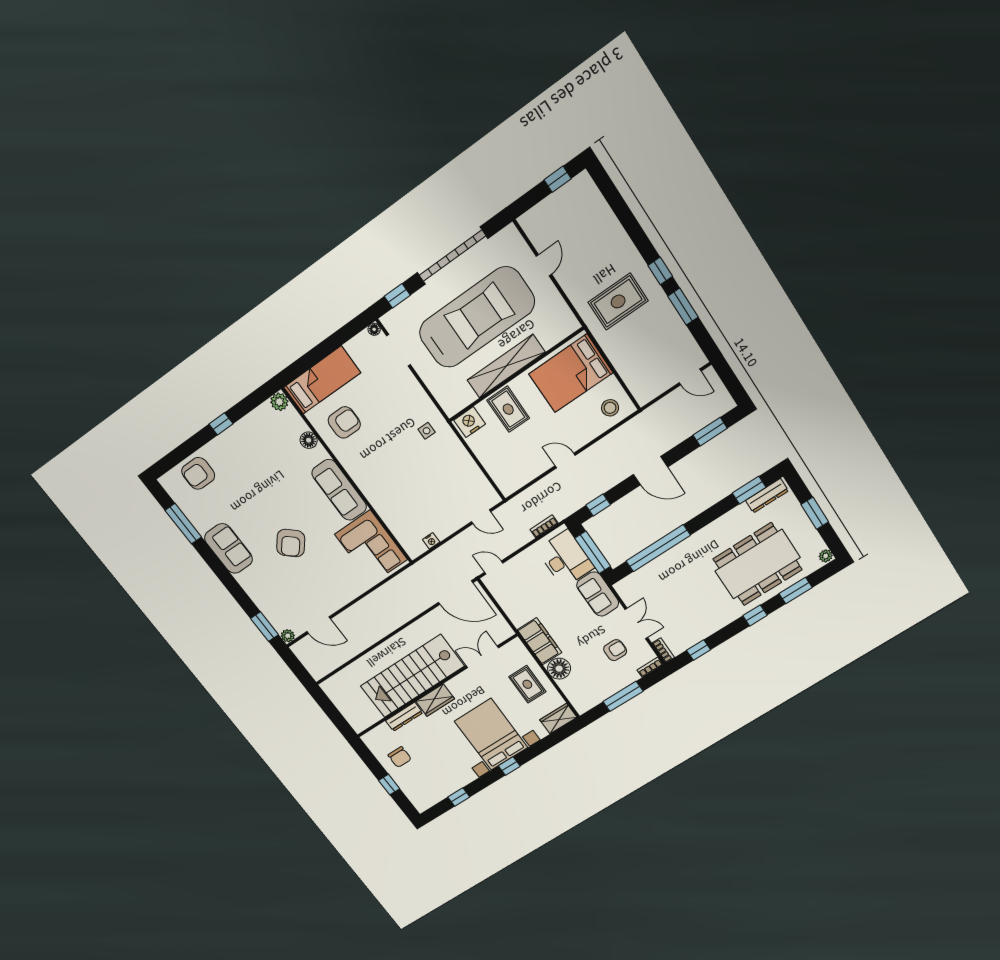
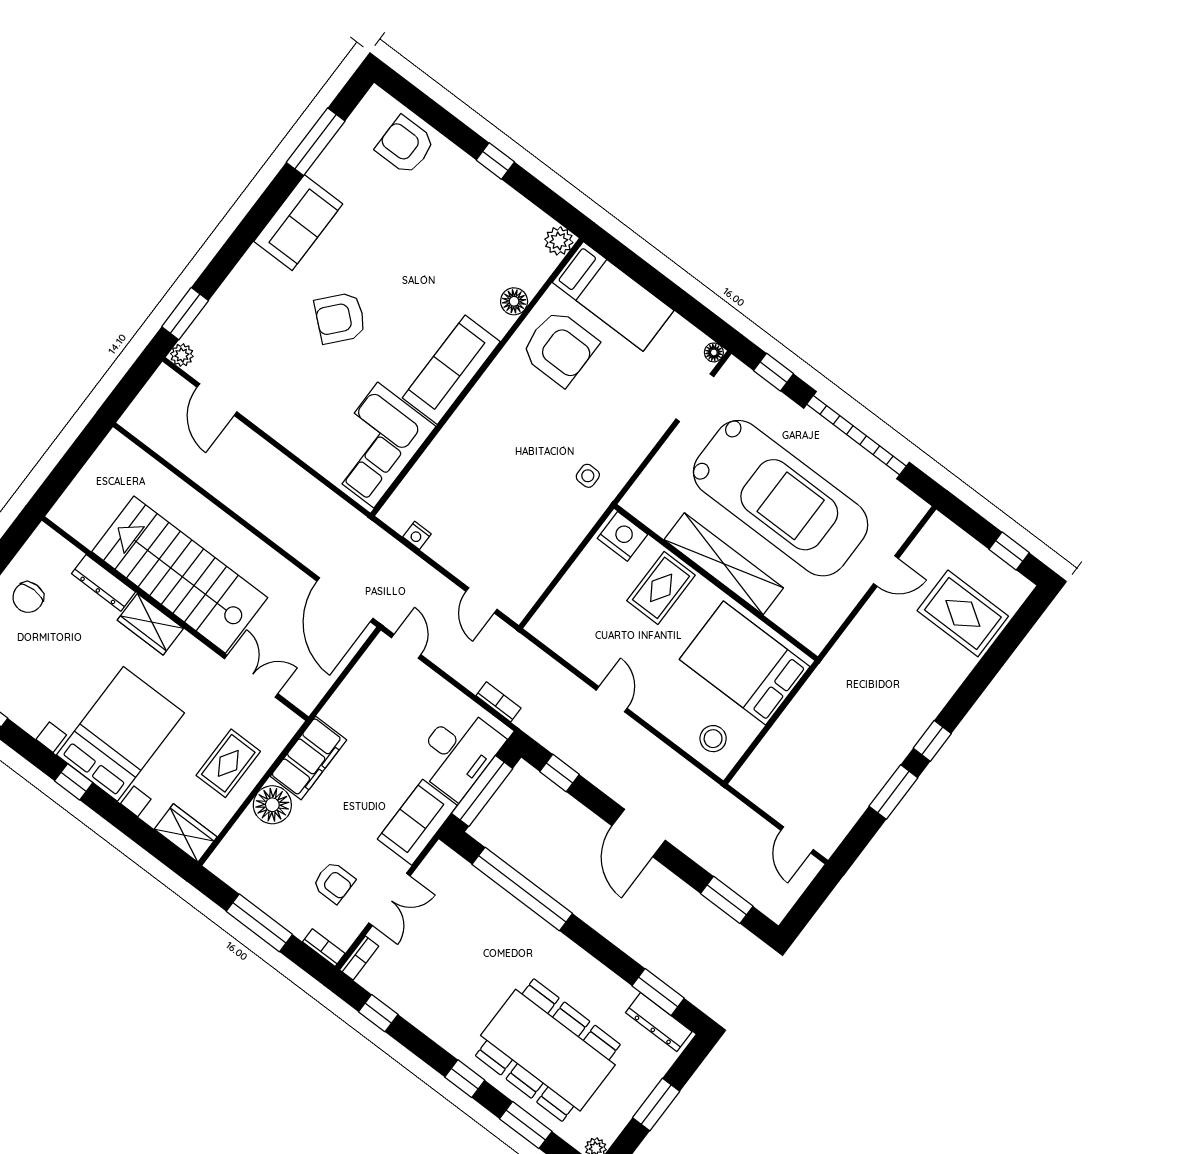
rug: (618, 301) -> (963, 613), moved
armchair: (344, 422) -> (560, 348), width x1.36, depth x1.36

